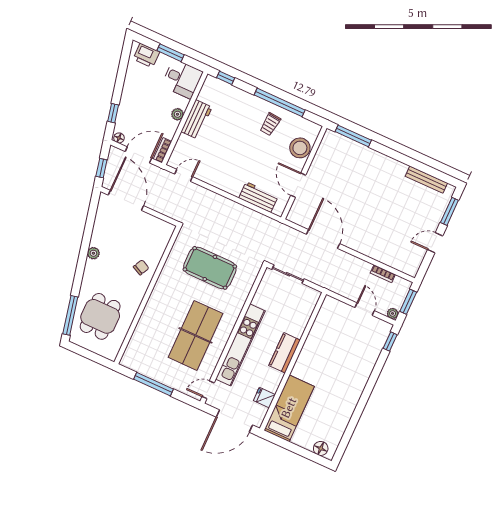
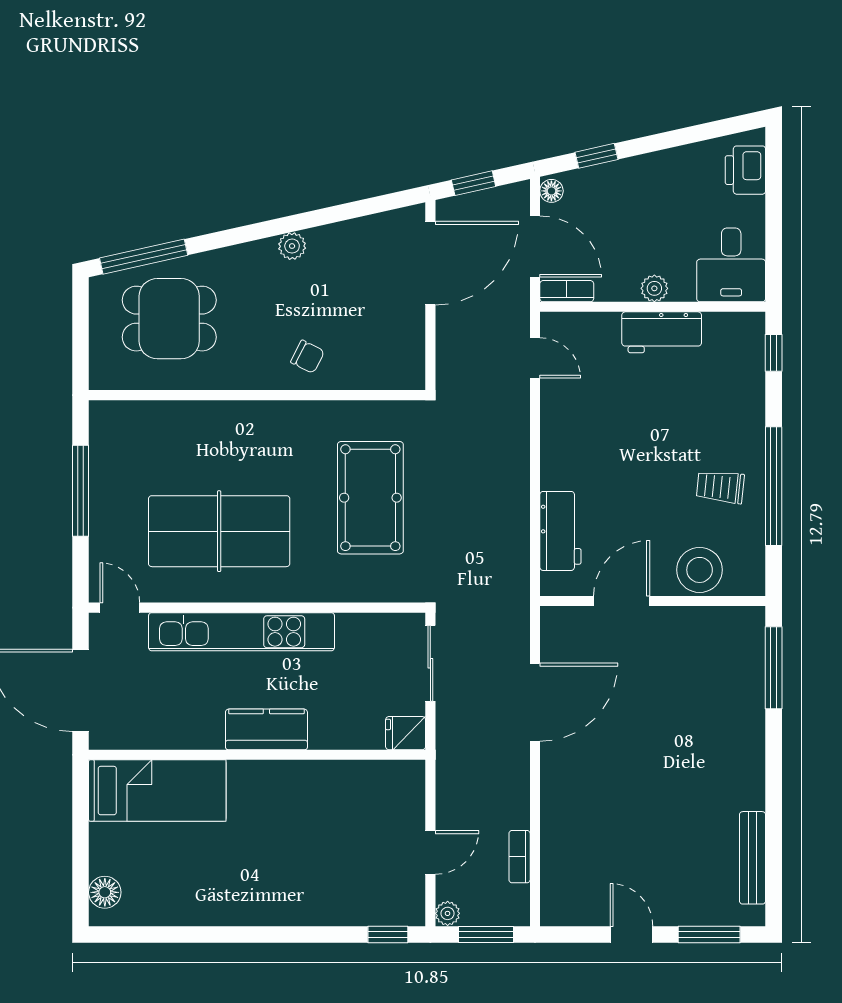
window: (171, 53) -> (774, 217), removed
fridge: (264, 398) -> (406, 733), moved, turned -90

